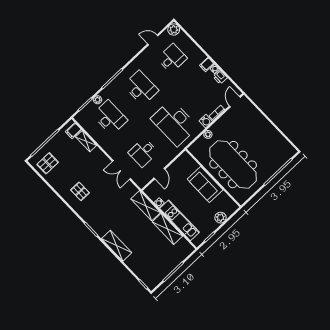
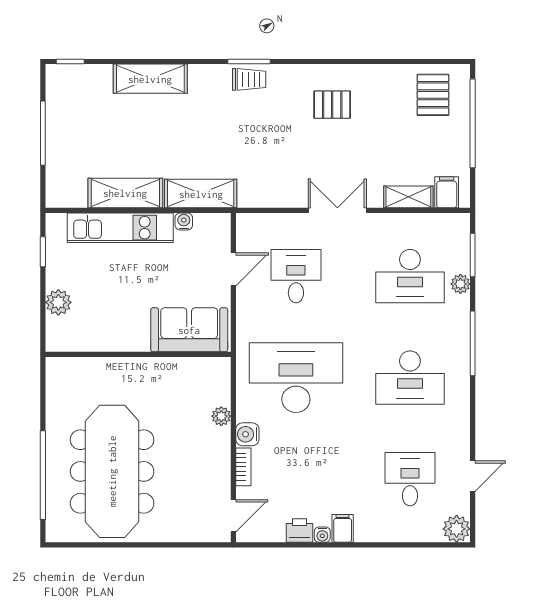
desk: (172, 58) -> (410, 479), turned 180
door: (235, 102) -> (233, 516), hinge flipped
meeting table: (233, 165) -> (112, 471), moved, turned 90
double door: (121, 170) -> (337, 210), moved
door: (159, 174) -> (233, 269), swing flipped
sofa: (205, 184) -> (189, 330), moved
trolley: (97, 224) -> (249, 79), added
shelving: (117, 246) -> (150, 79), moved

